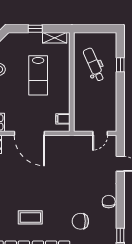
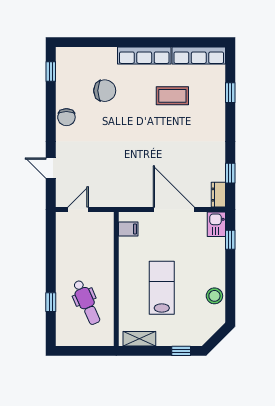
window: (35, 29) -> (181, 351), moved

